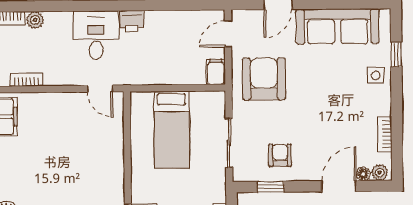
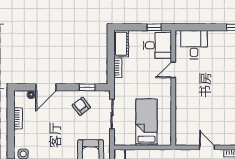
door: (100, 89) -> (207, 147), moved
armchair: (280, 155) -> (81, 106), turned 142
plant: (380, 172) -> (21, 95), removed

